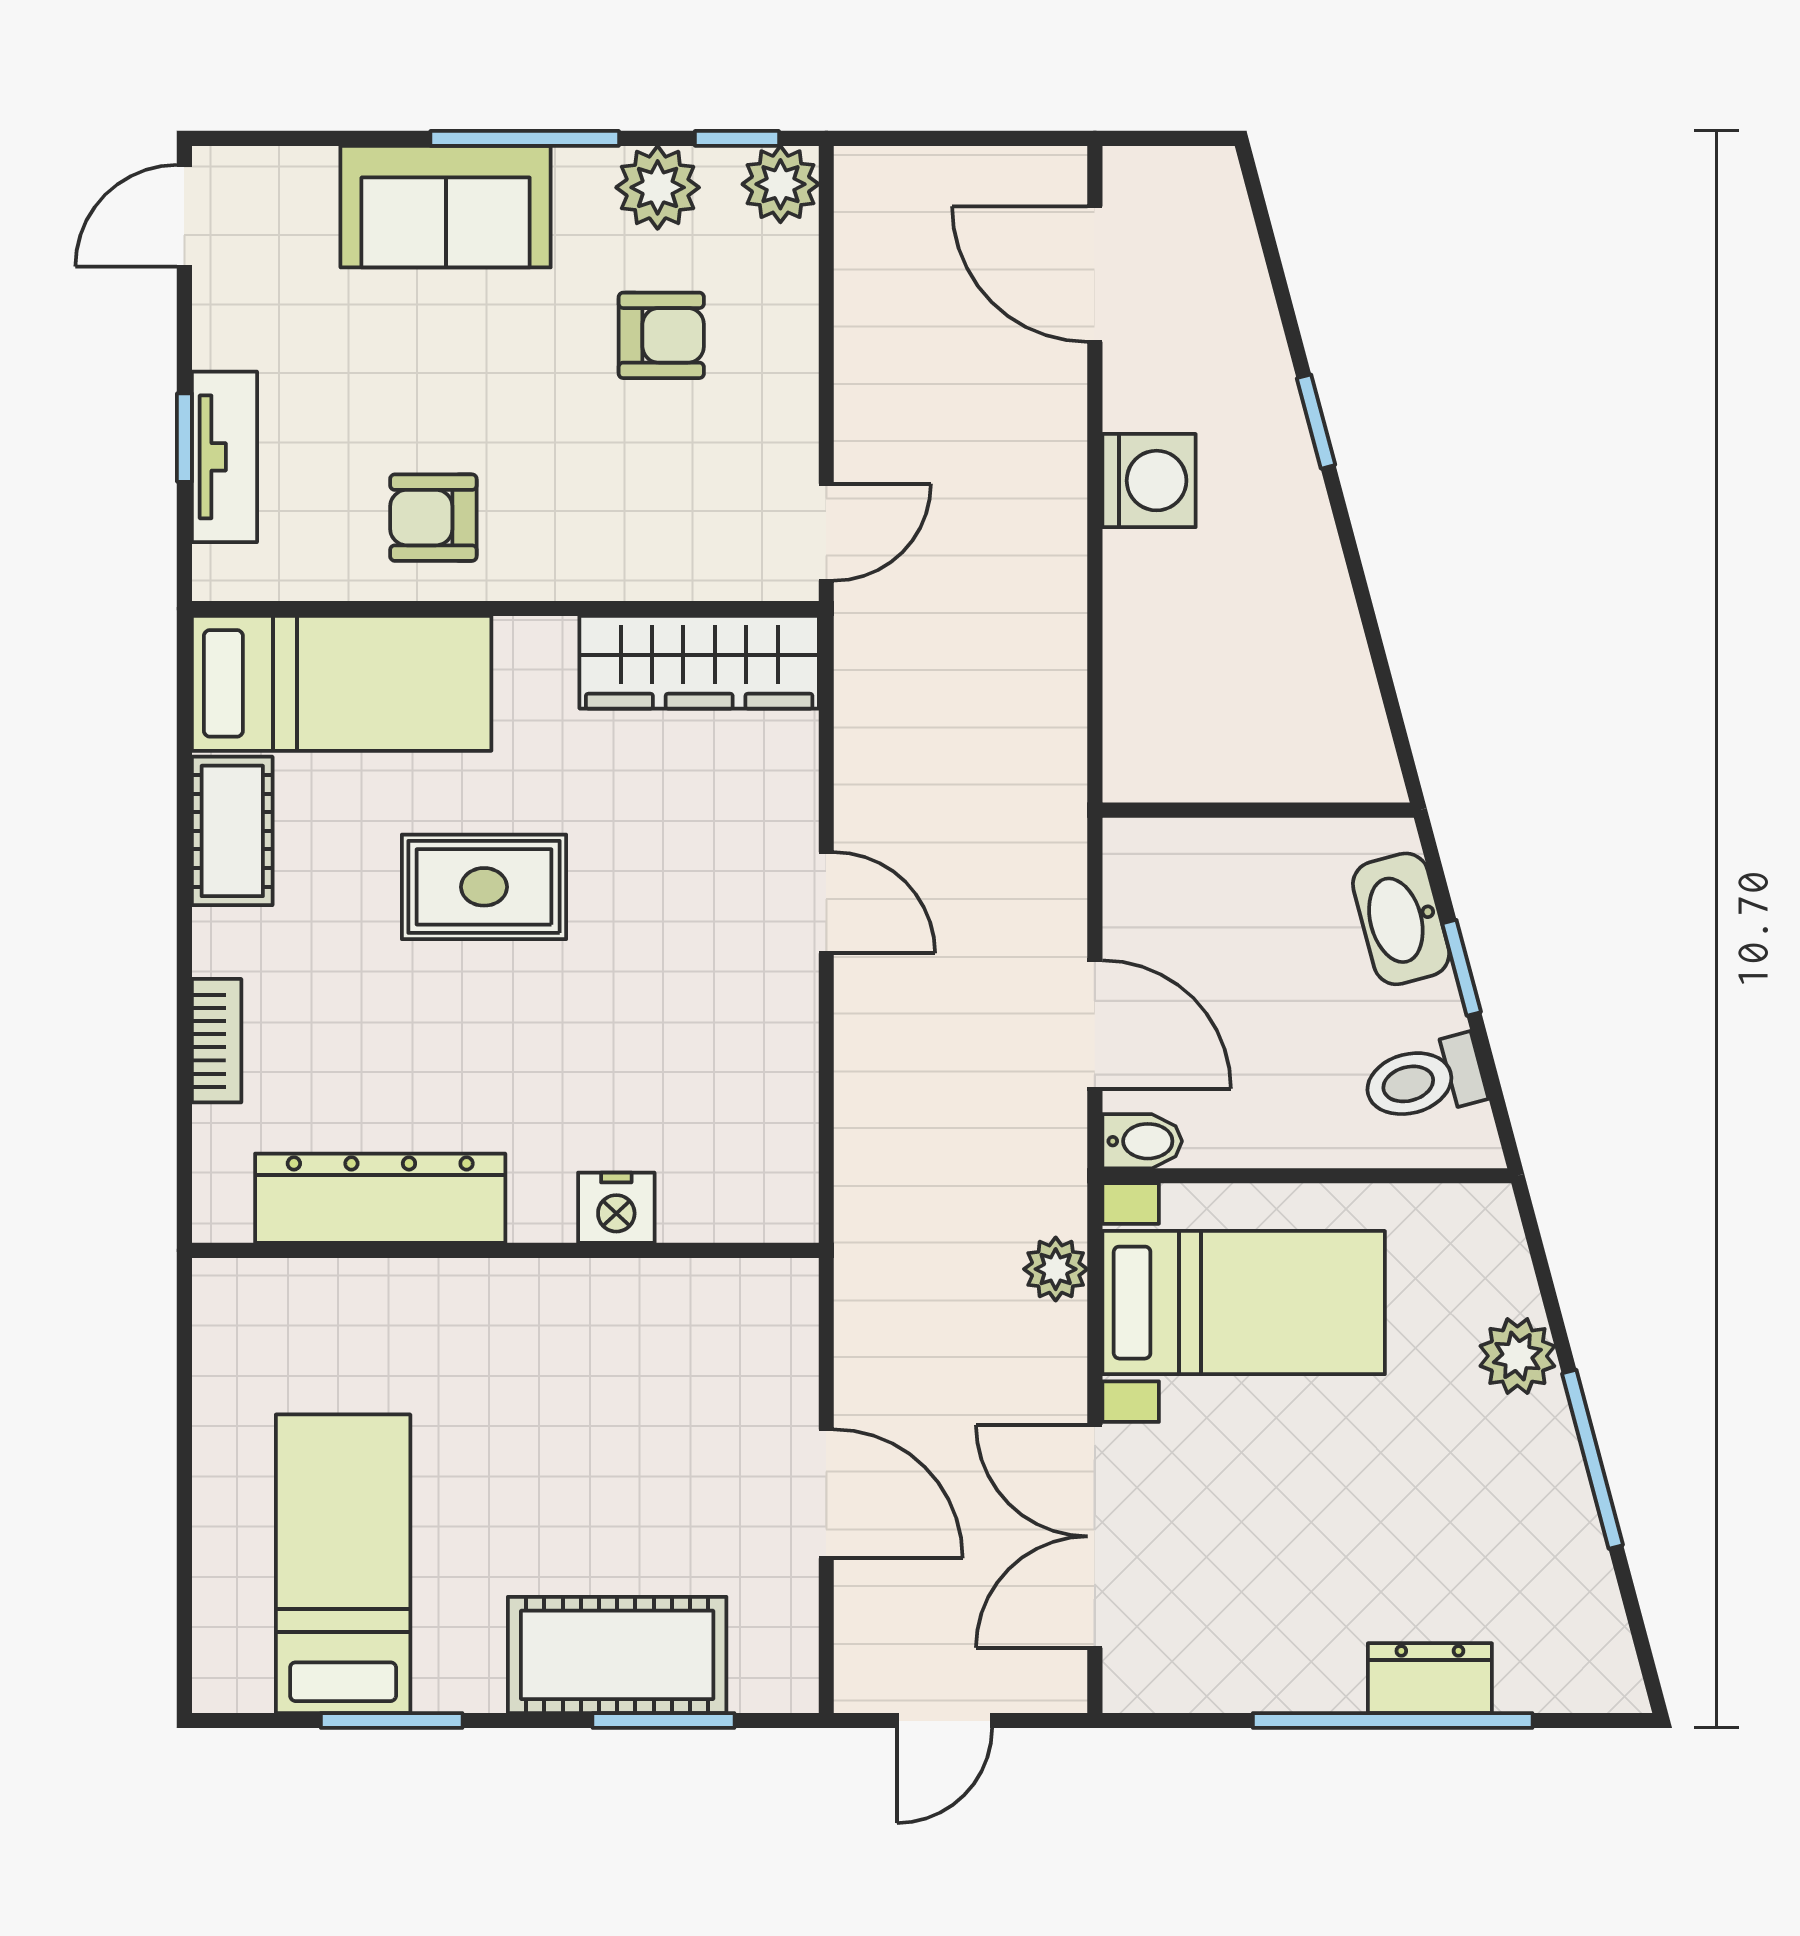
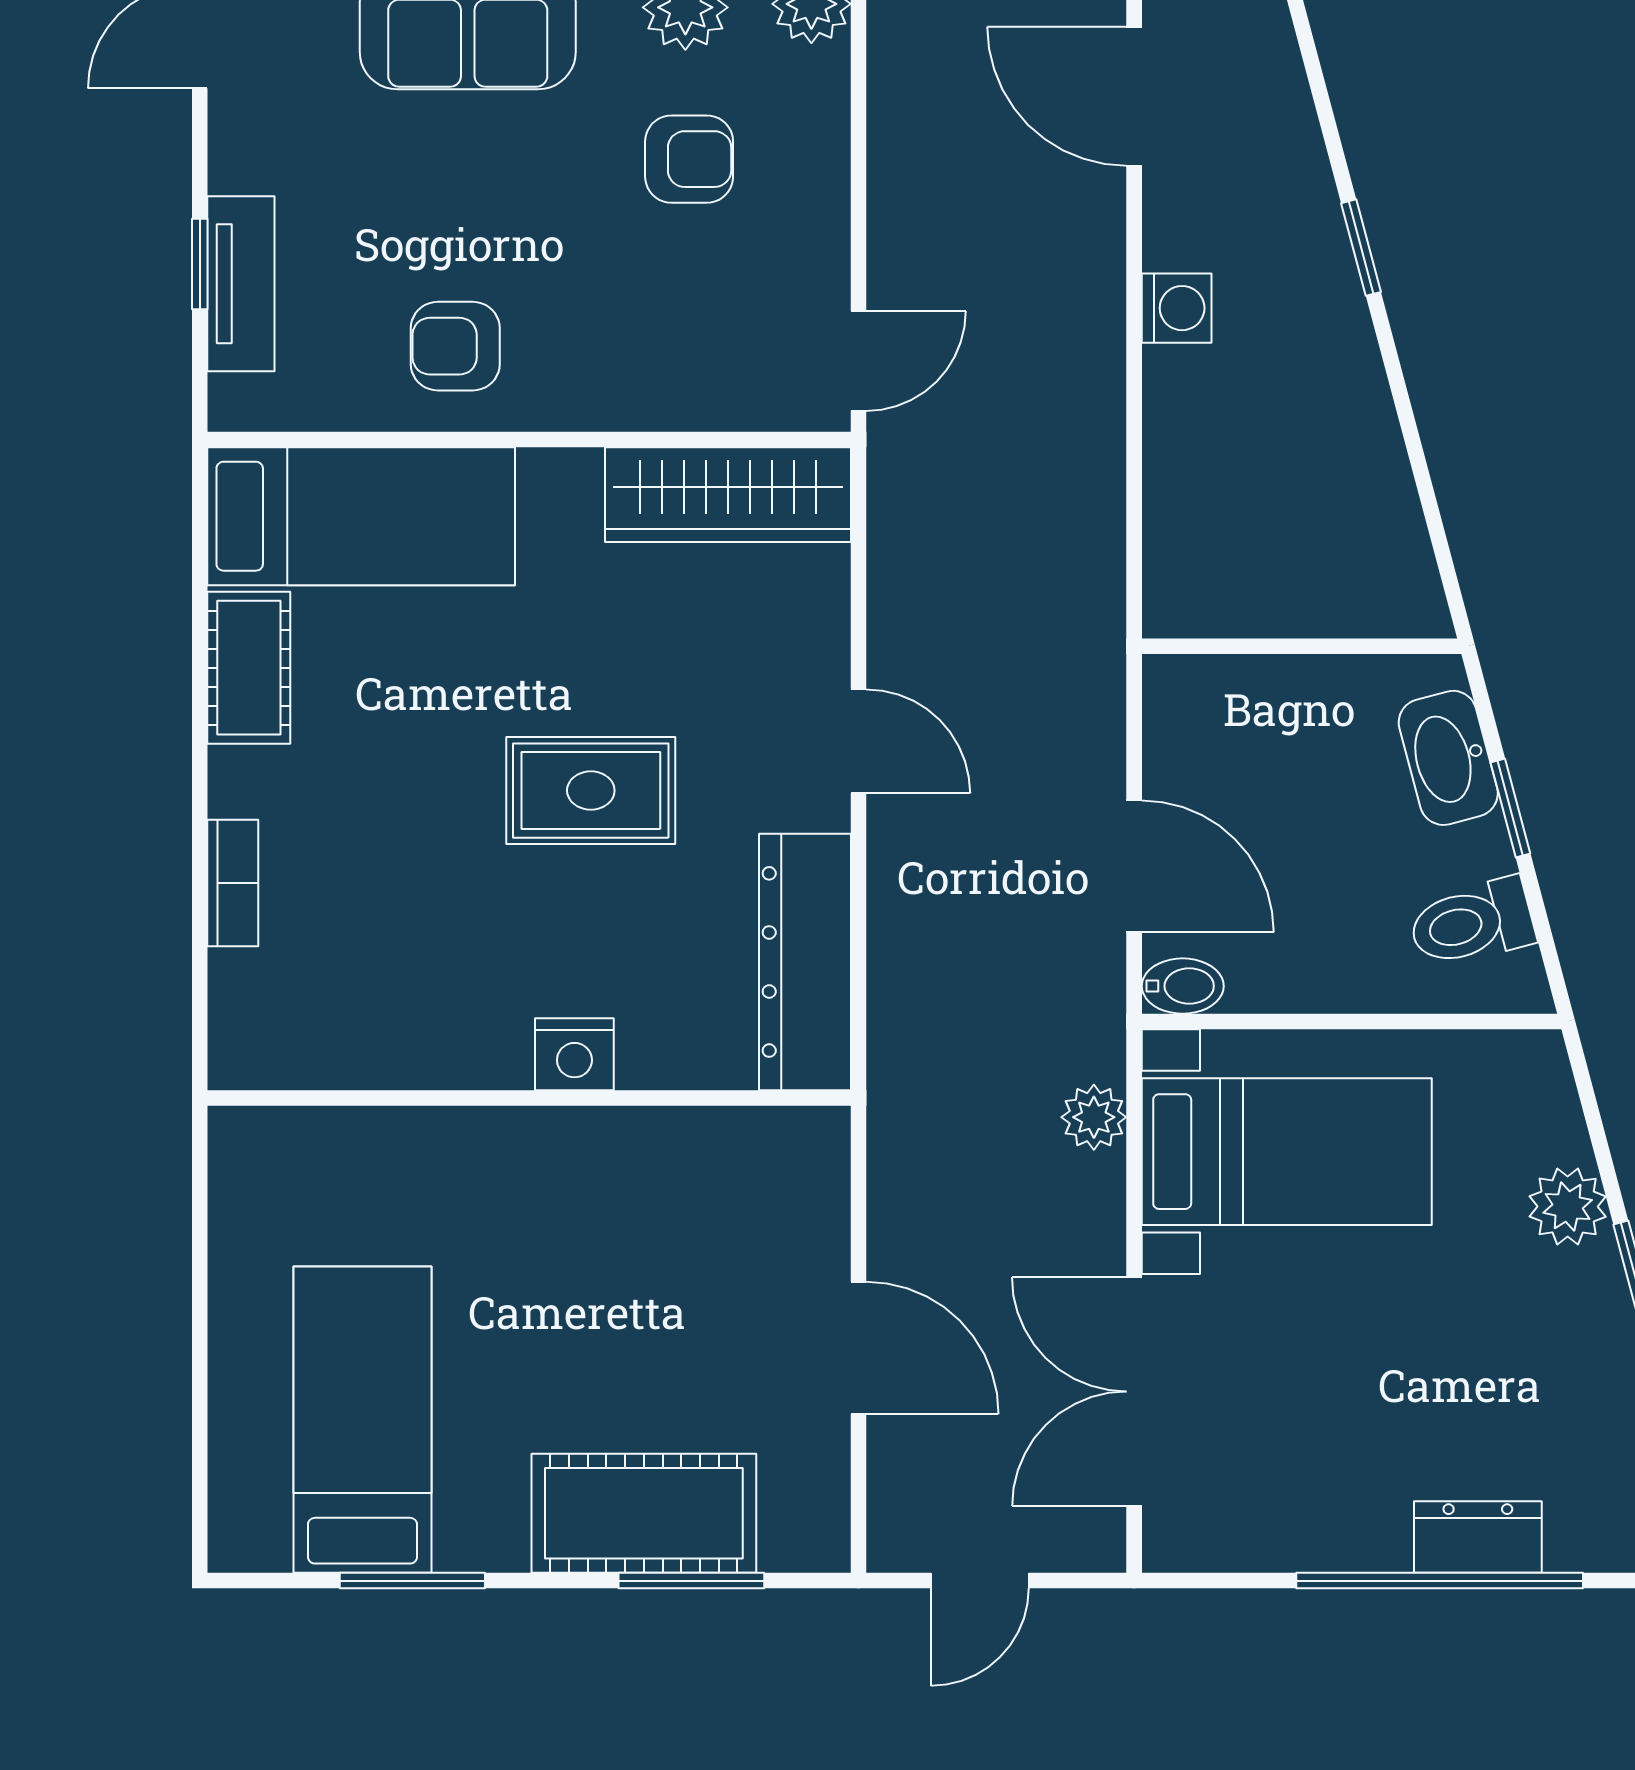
washing machine: (1149, 481) -> (1177, 308), width x0.73, depth x0.73
rug: (484, 887) -> (591, 791), moved
dresser: (380, 1198) -> (805, 962), moved, turned -90
nightstand: (616, 1208) -> (574, 1054), moved

